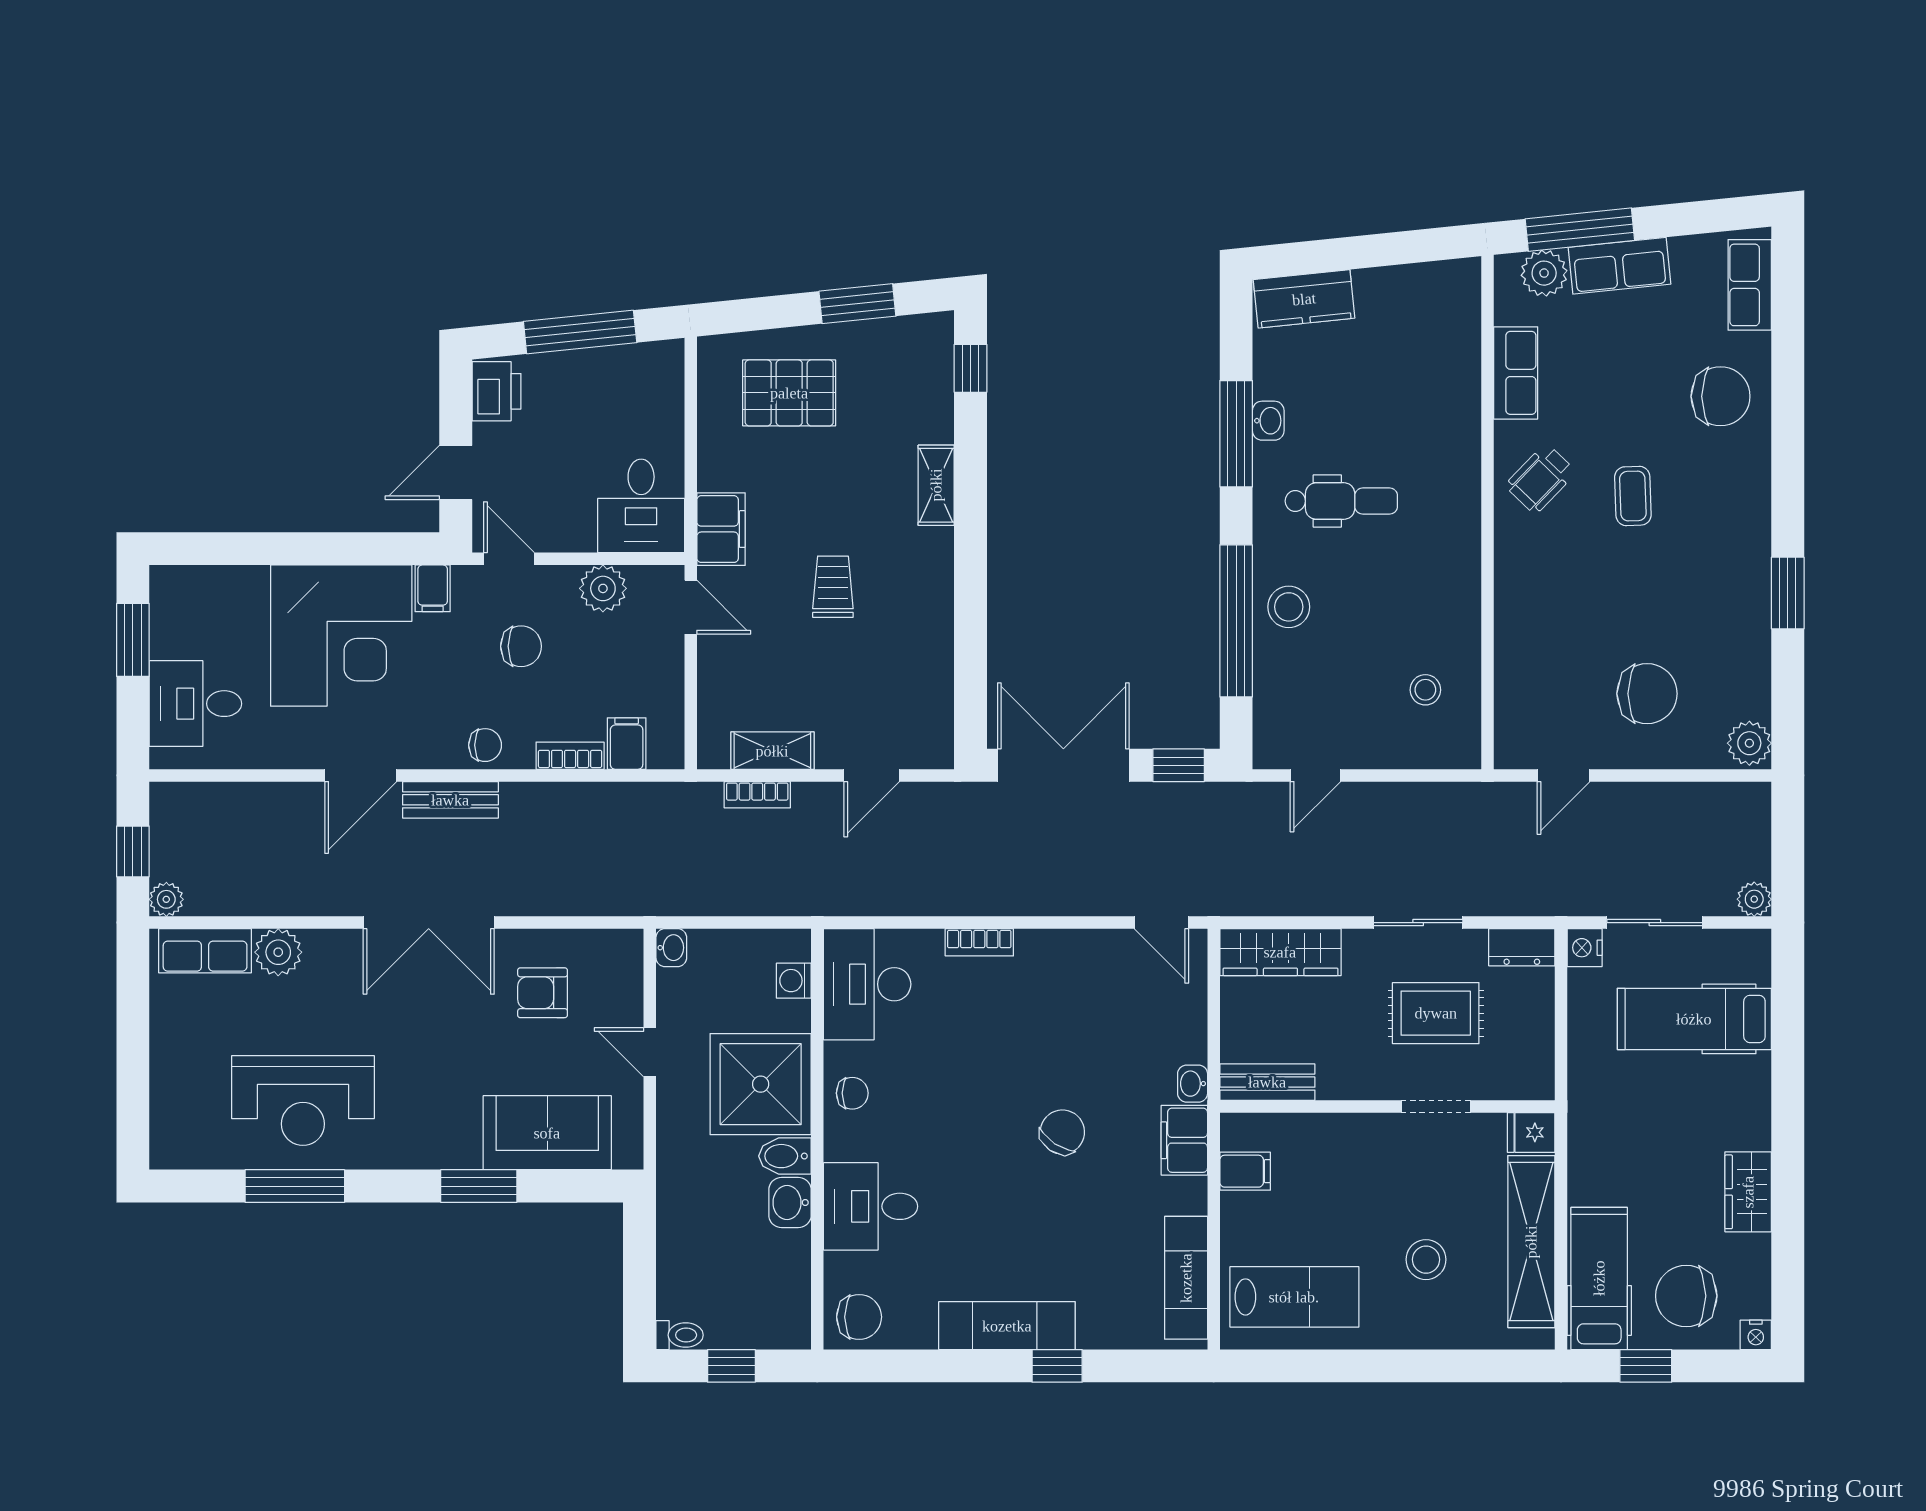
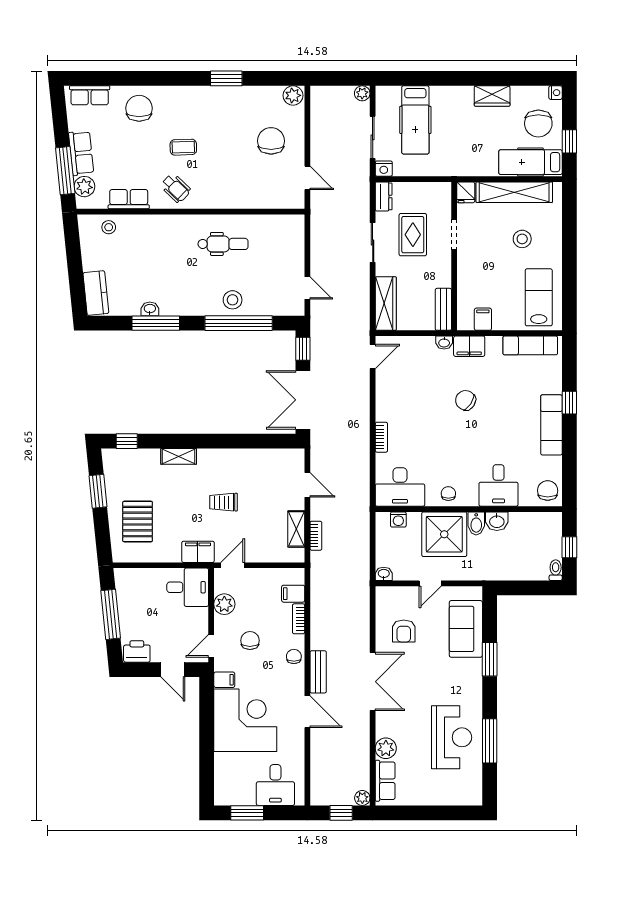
dental chair: (1341, 501) -> (223, 244), moved, turned 90
stool: (1425, 690) -> (109, 227), moved

